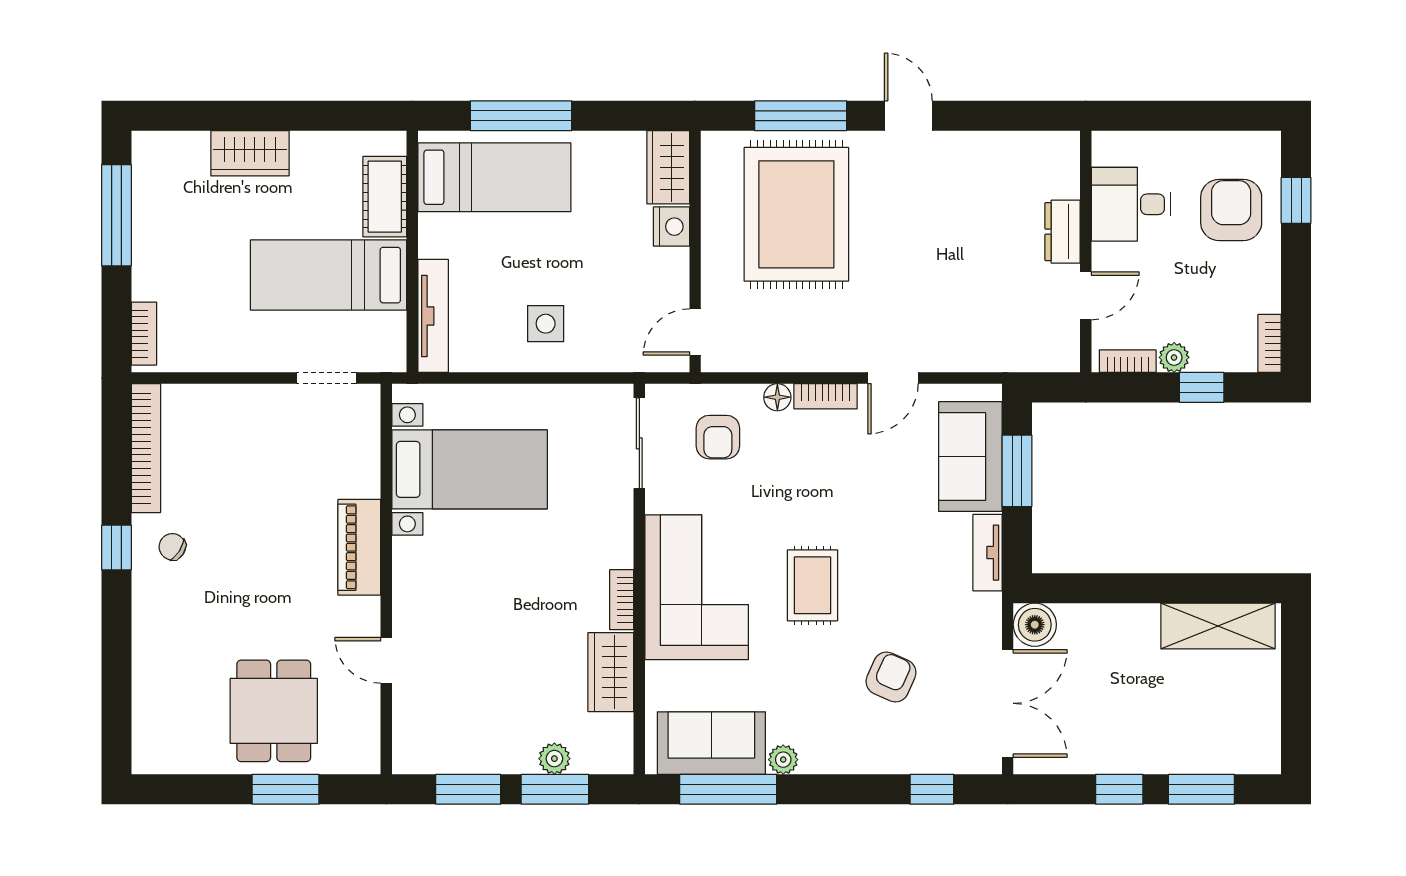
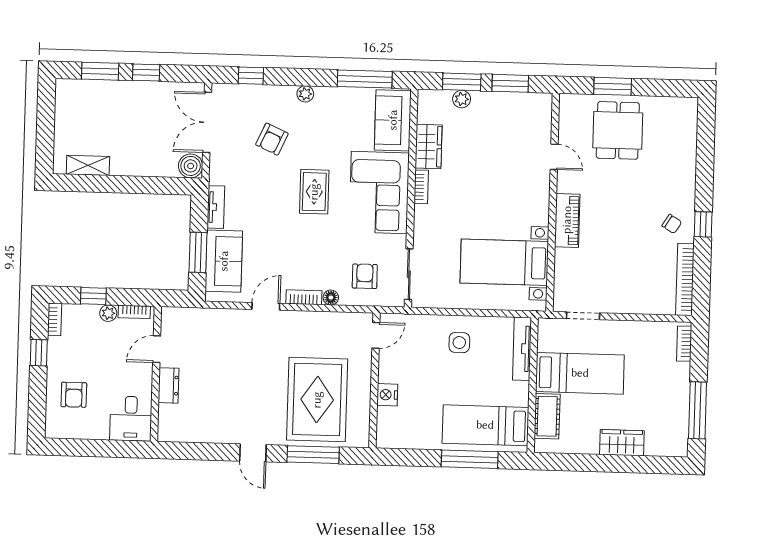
wardrobe: (668, 167) -> (388, 428), removed
window: (1296, 200) -> (39, 353), moved
desk: (1131, 204) -> (131, 419), moved, turned 90
armchair: (1231, 210) -> (74, 395), width x0.72, depth x0.72
shelving: (1218, 626) -> (88, 165), width x0.67, depth x0.75
sofa: (711, 743) -> (393, 120), moved, turned 90
plant: (783, 760) -> (305, 94), moved

